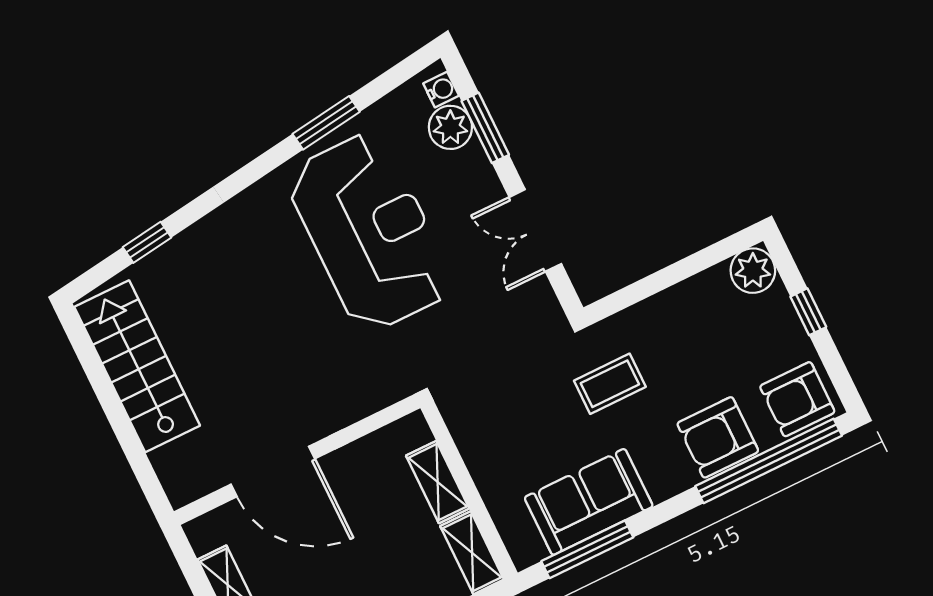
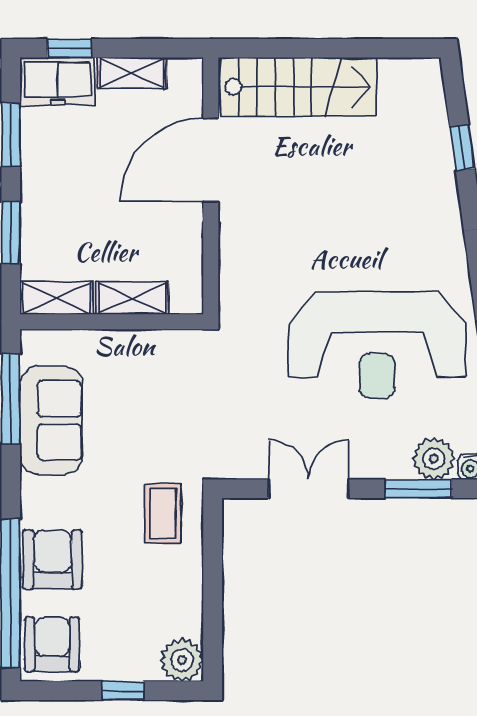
stairs: (137, 366) -> (299, 87), moved
coffee table: (610, 384) -> (163, 513), moved

